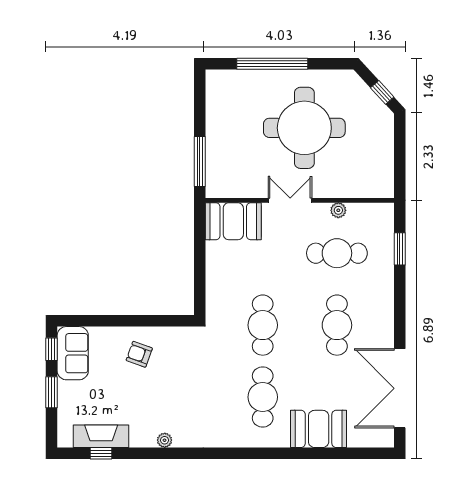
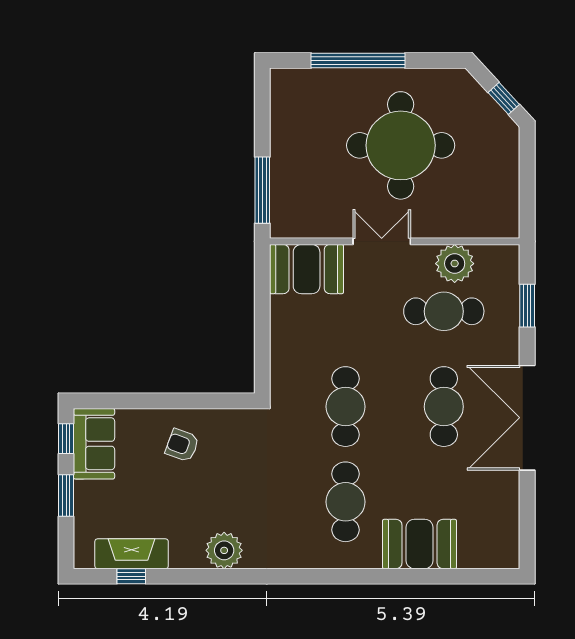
plant: (338, 210) -> (455, 264), width x1.88, depth x1.88
double door: (400, 388) -> (527, 418), moved
plant: (165, 440) -> (224, 550), width x1.88, depth x1.88

